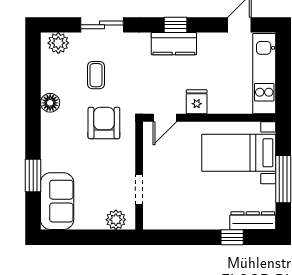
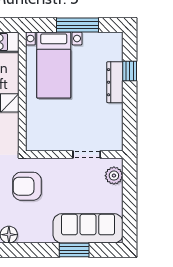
door: (165, 118) -> (22, 131), removed
sofa: (57, 201) -> (88, 228), width x1.36
dresser: (253, 221) -> (115, 82), moved

